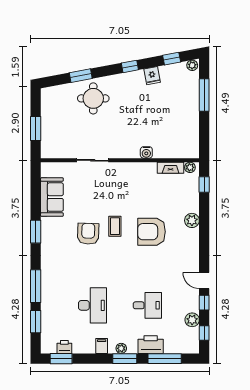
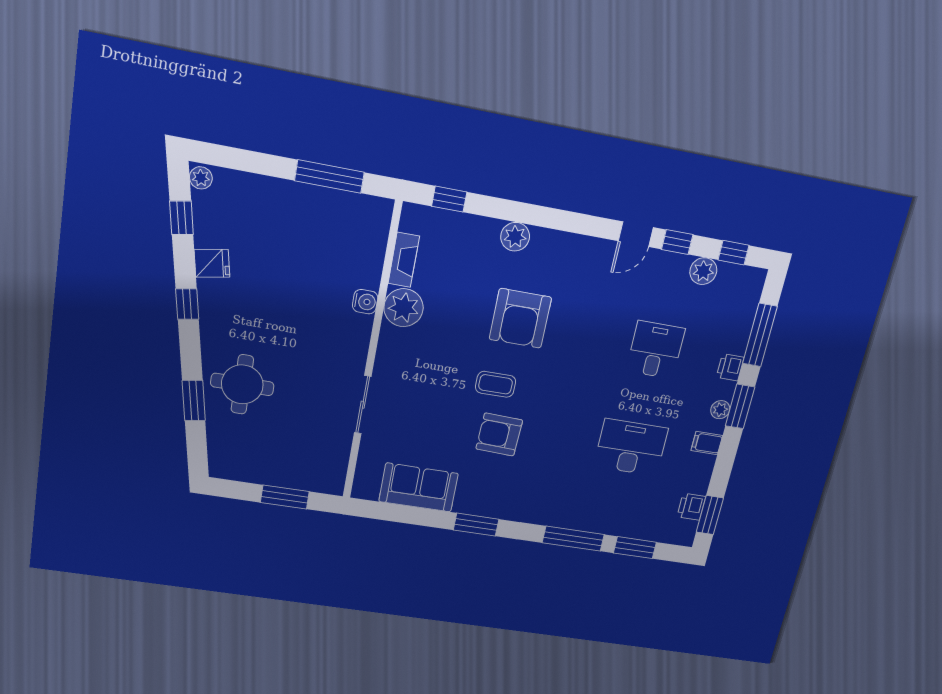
window: (204, 95) -> (329, 176), moved
plant: (190, 167) -> (404, 308), moved, width x1.87, depth x1.87
printer: (151, 345) -> (730, 367), width x0.53, depth x0.68

